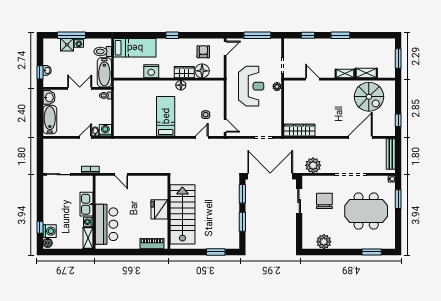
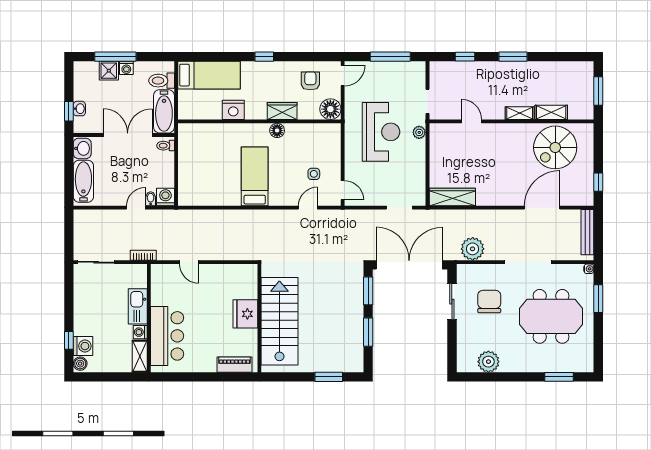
floor lamp: (202, 71) -> (330, 109), moved
double door: (80, 88) -> (128, 135), width x1.37
spiral stairs: (369, 97) -> (555, 147), turned 90

